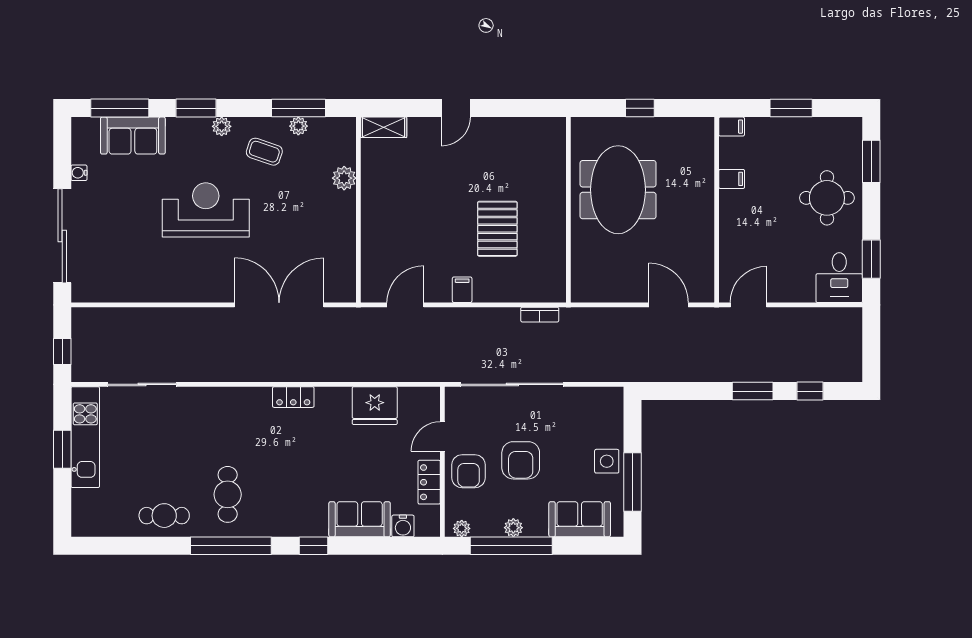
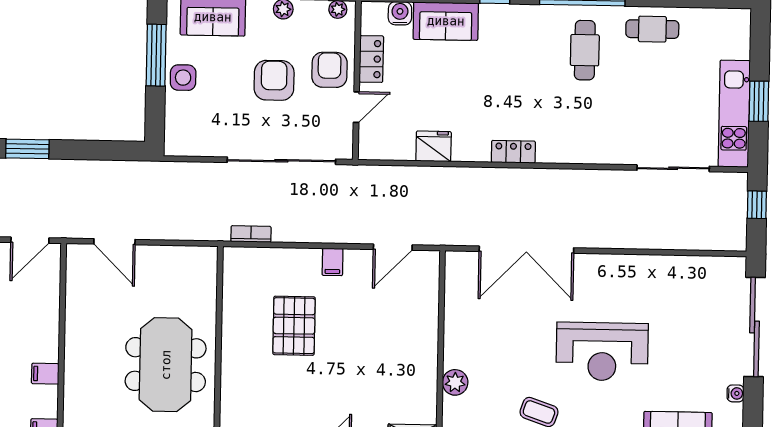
fridge: (375, 406) -> (434, 146), width x0.73, depth x0.75

